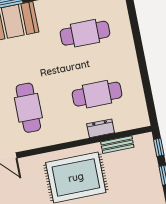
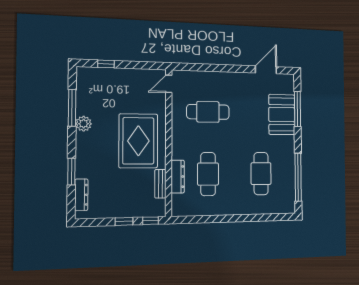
dresser: (101, 128) -> (178, 177), width x1.44

